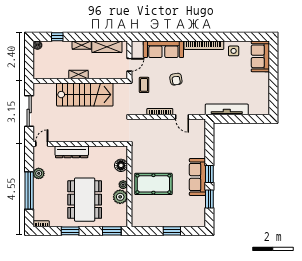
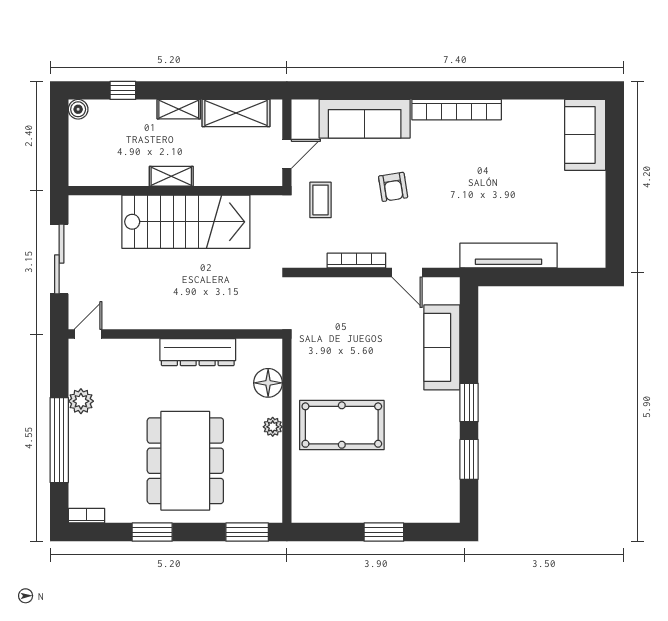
side table: (234, 51) -> (524, 123), removed
dresser: (72, 152) -> (198, 352), moved
sofa: (197, 177) -> (442, 347), moved
plant: (120, 197) -> (266, 454), removed

